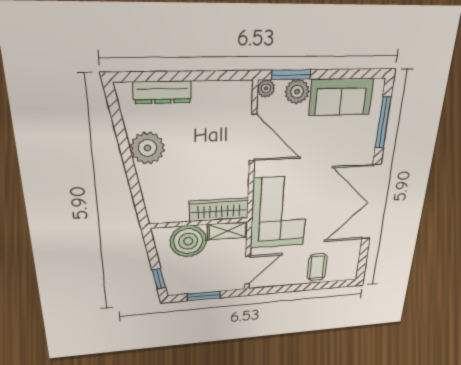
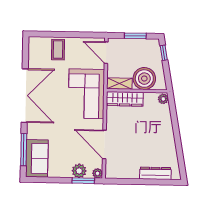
sofa: (341, 97) -> (37, 158), moved, turned 90
plant: (147, 148) -> (163, 99), moved, width x0.53, depth x0.53
door: (247, 270) -> (106, 53), hinge flipped

